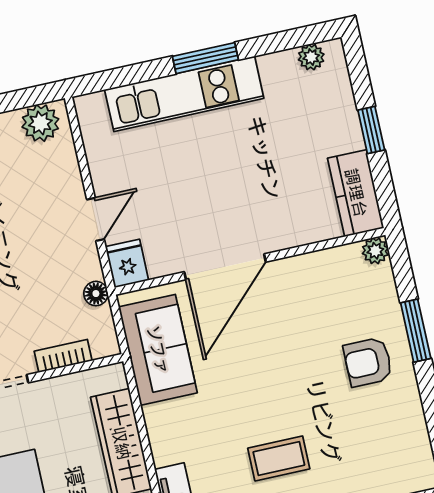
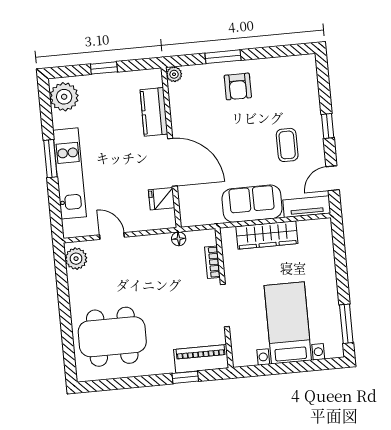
plant: (311, 57) -> (64, 97), width x1.87, depth x1.87
kitchen counter: (356, 193) -> (154, 112), moved, turned 90
door: (95, 219) -> (112, 236), moved
fridge: (127, 263) -> (162, 199), moved
sofa: (158, 350) -> (252, 204), moved

